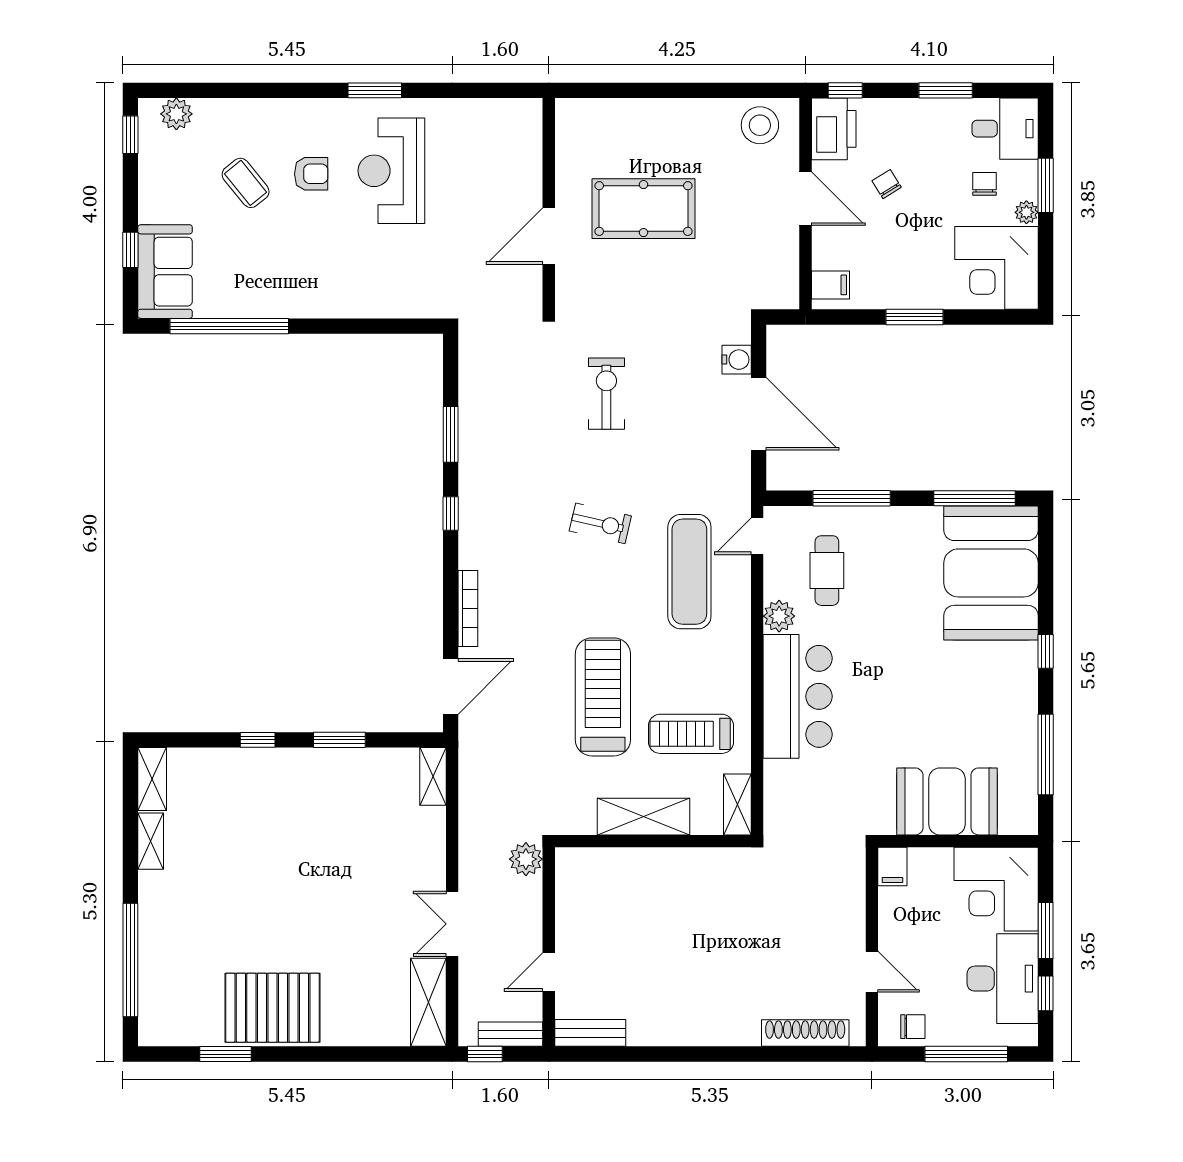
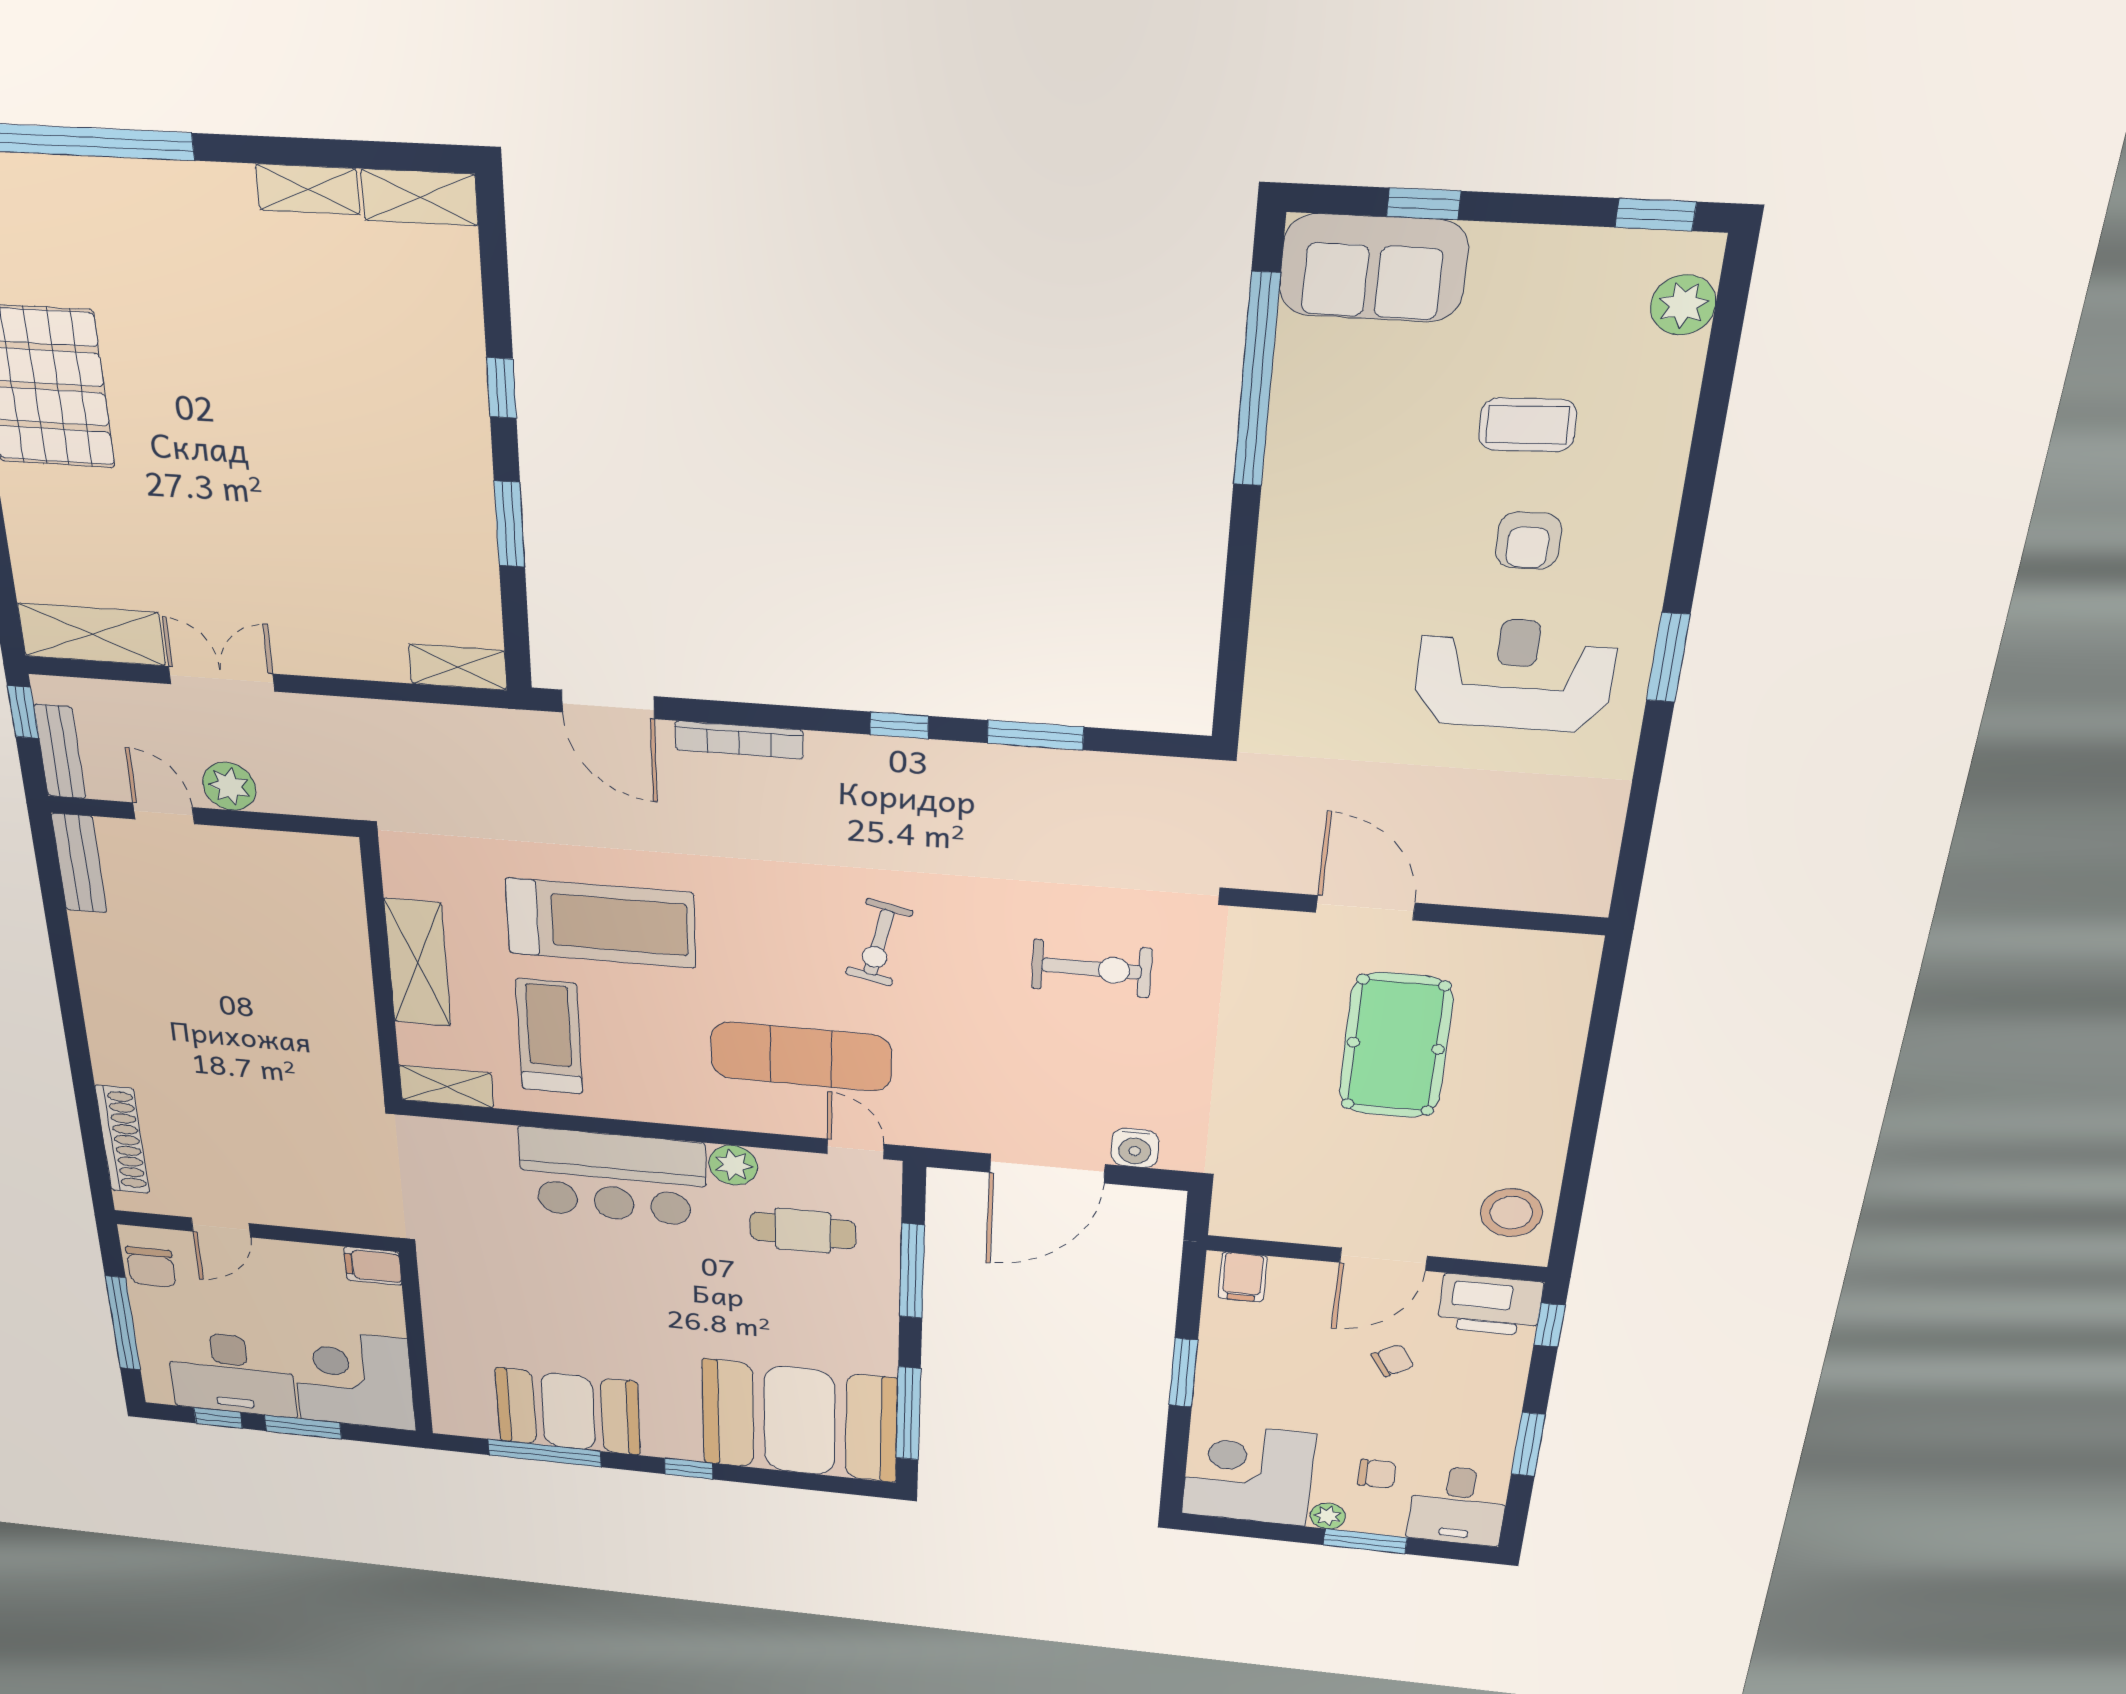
coffee table: (246, 183) -> (1527, 425), turned 37
booth: (947, 801) -> (568, 1411), moved, turned 90
plant: (526, 859) -> (229, 786), moved
chair: (913, 1027) -> (151, 1267), width x1.37, depth x1.37

